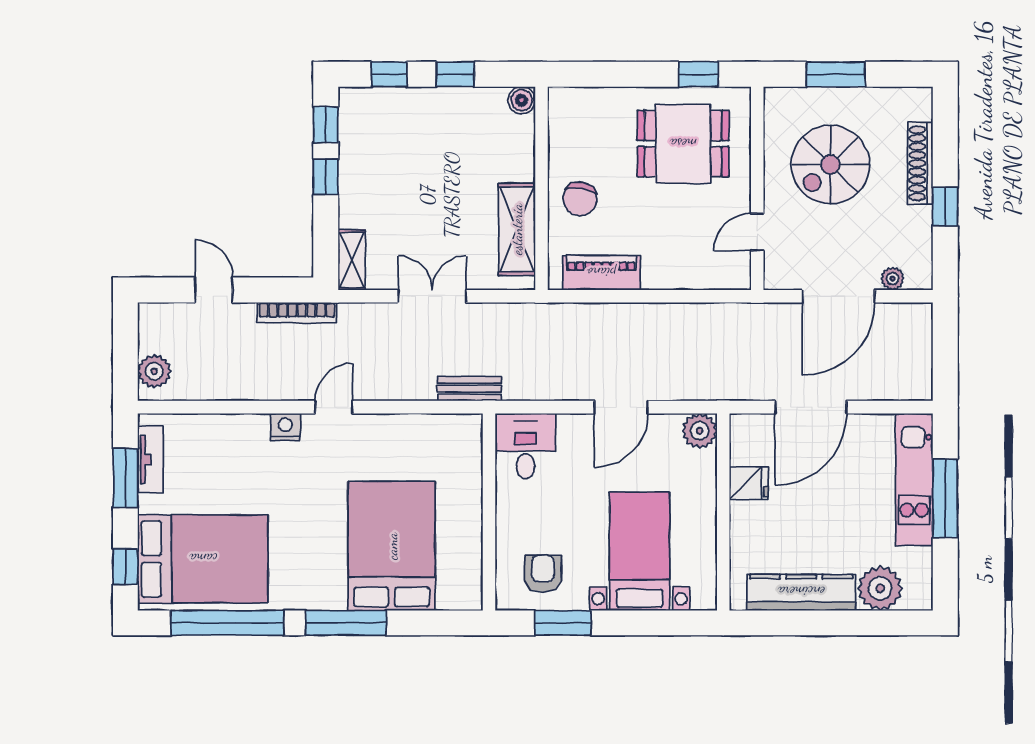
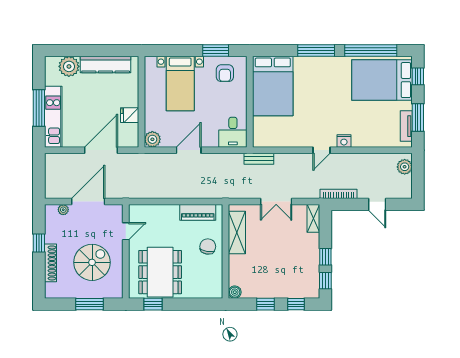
dining table: (683, 144) -> (160, 272), width x1.37
bed: (392, 546) -> (273, 86), moved

